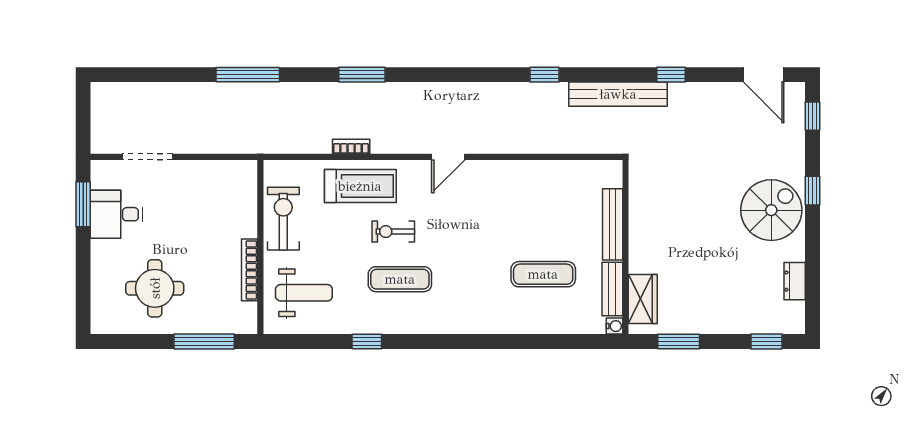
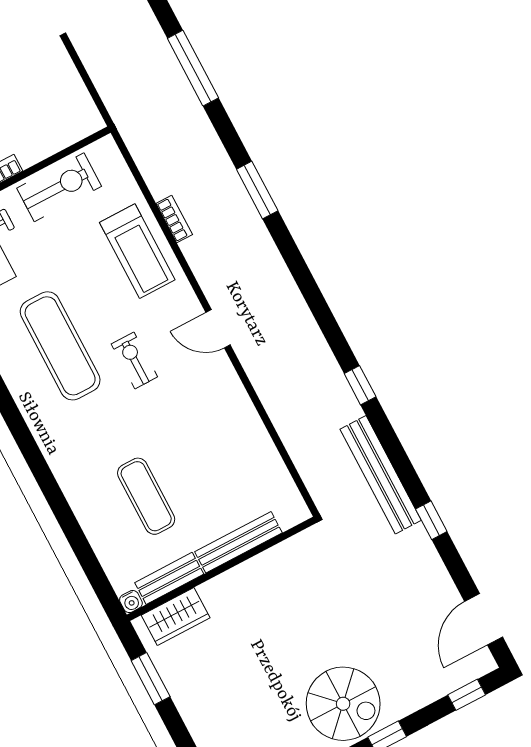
exercise bike: (393, 232) -> (134, 360), moved
exercise mat: (400, 279) -> (60, 346), width x1.36, depth x1.45

